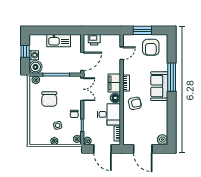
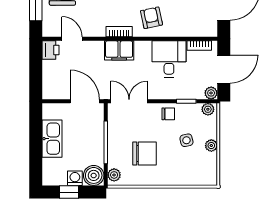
printer: (94, 40) -> (51, 50), moved
floor lamp: (115, 98) -> (143, 49), removed

